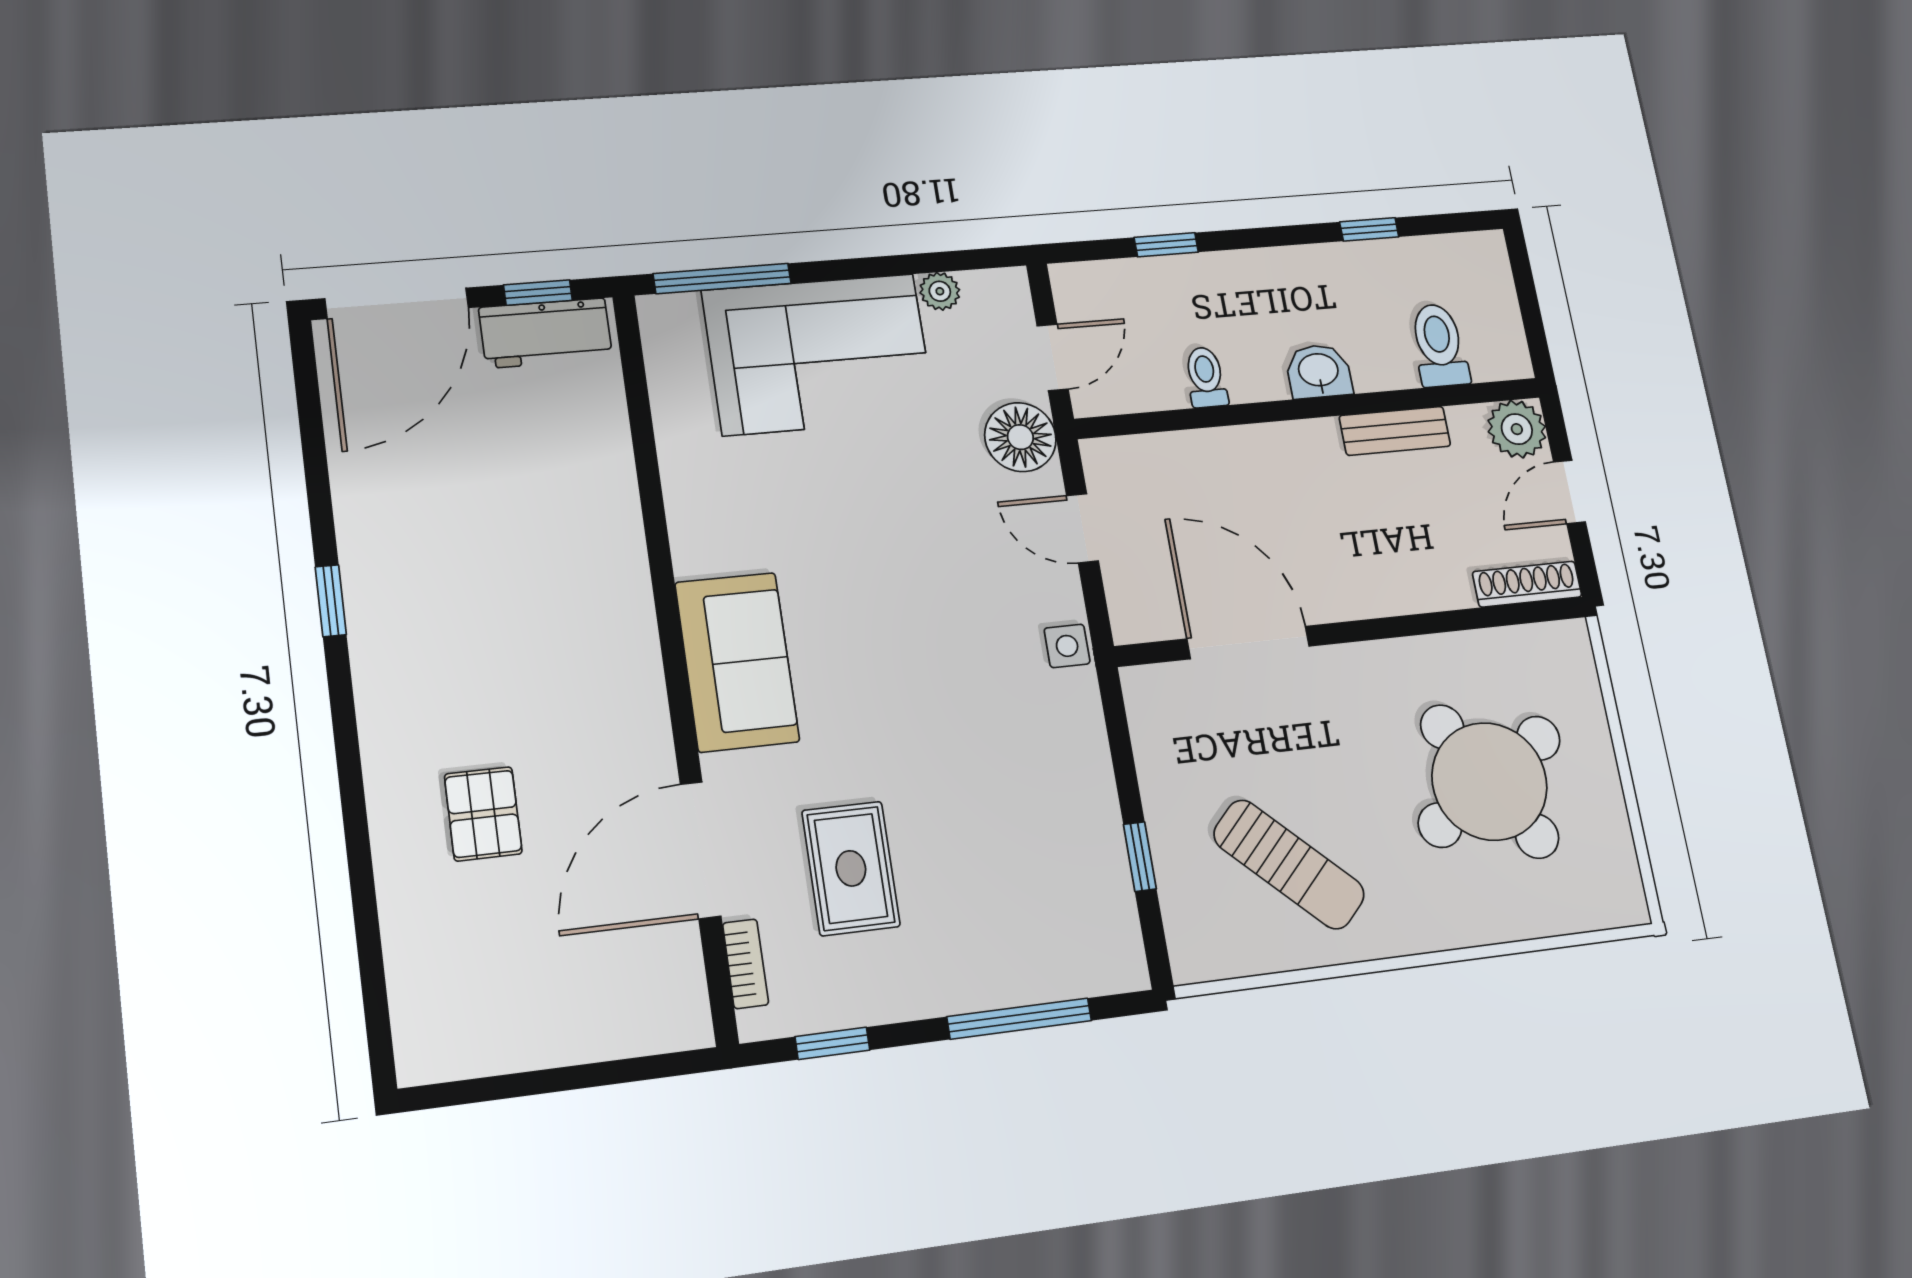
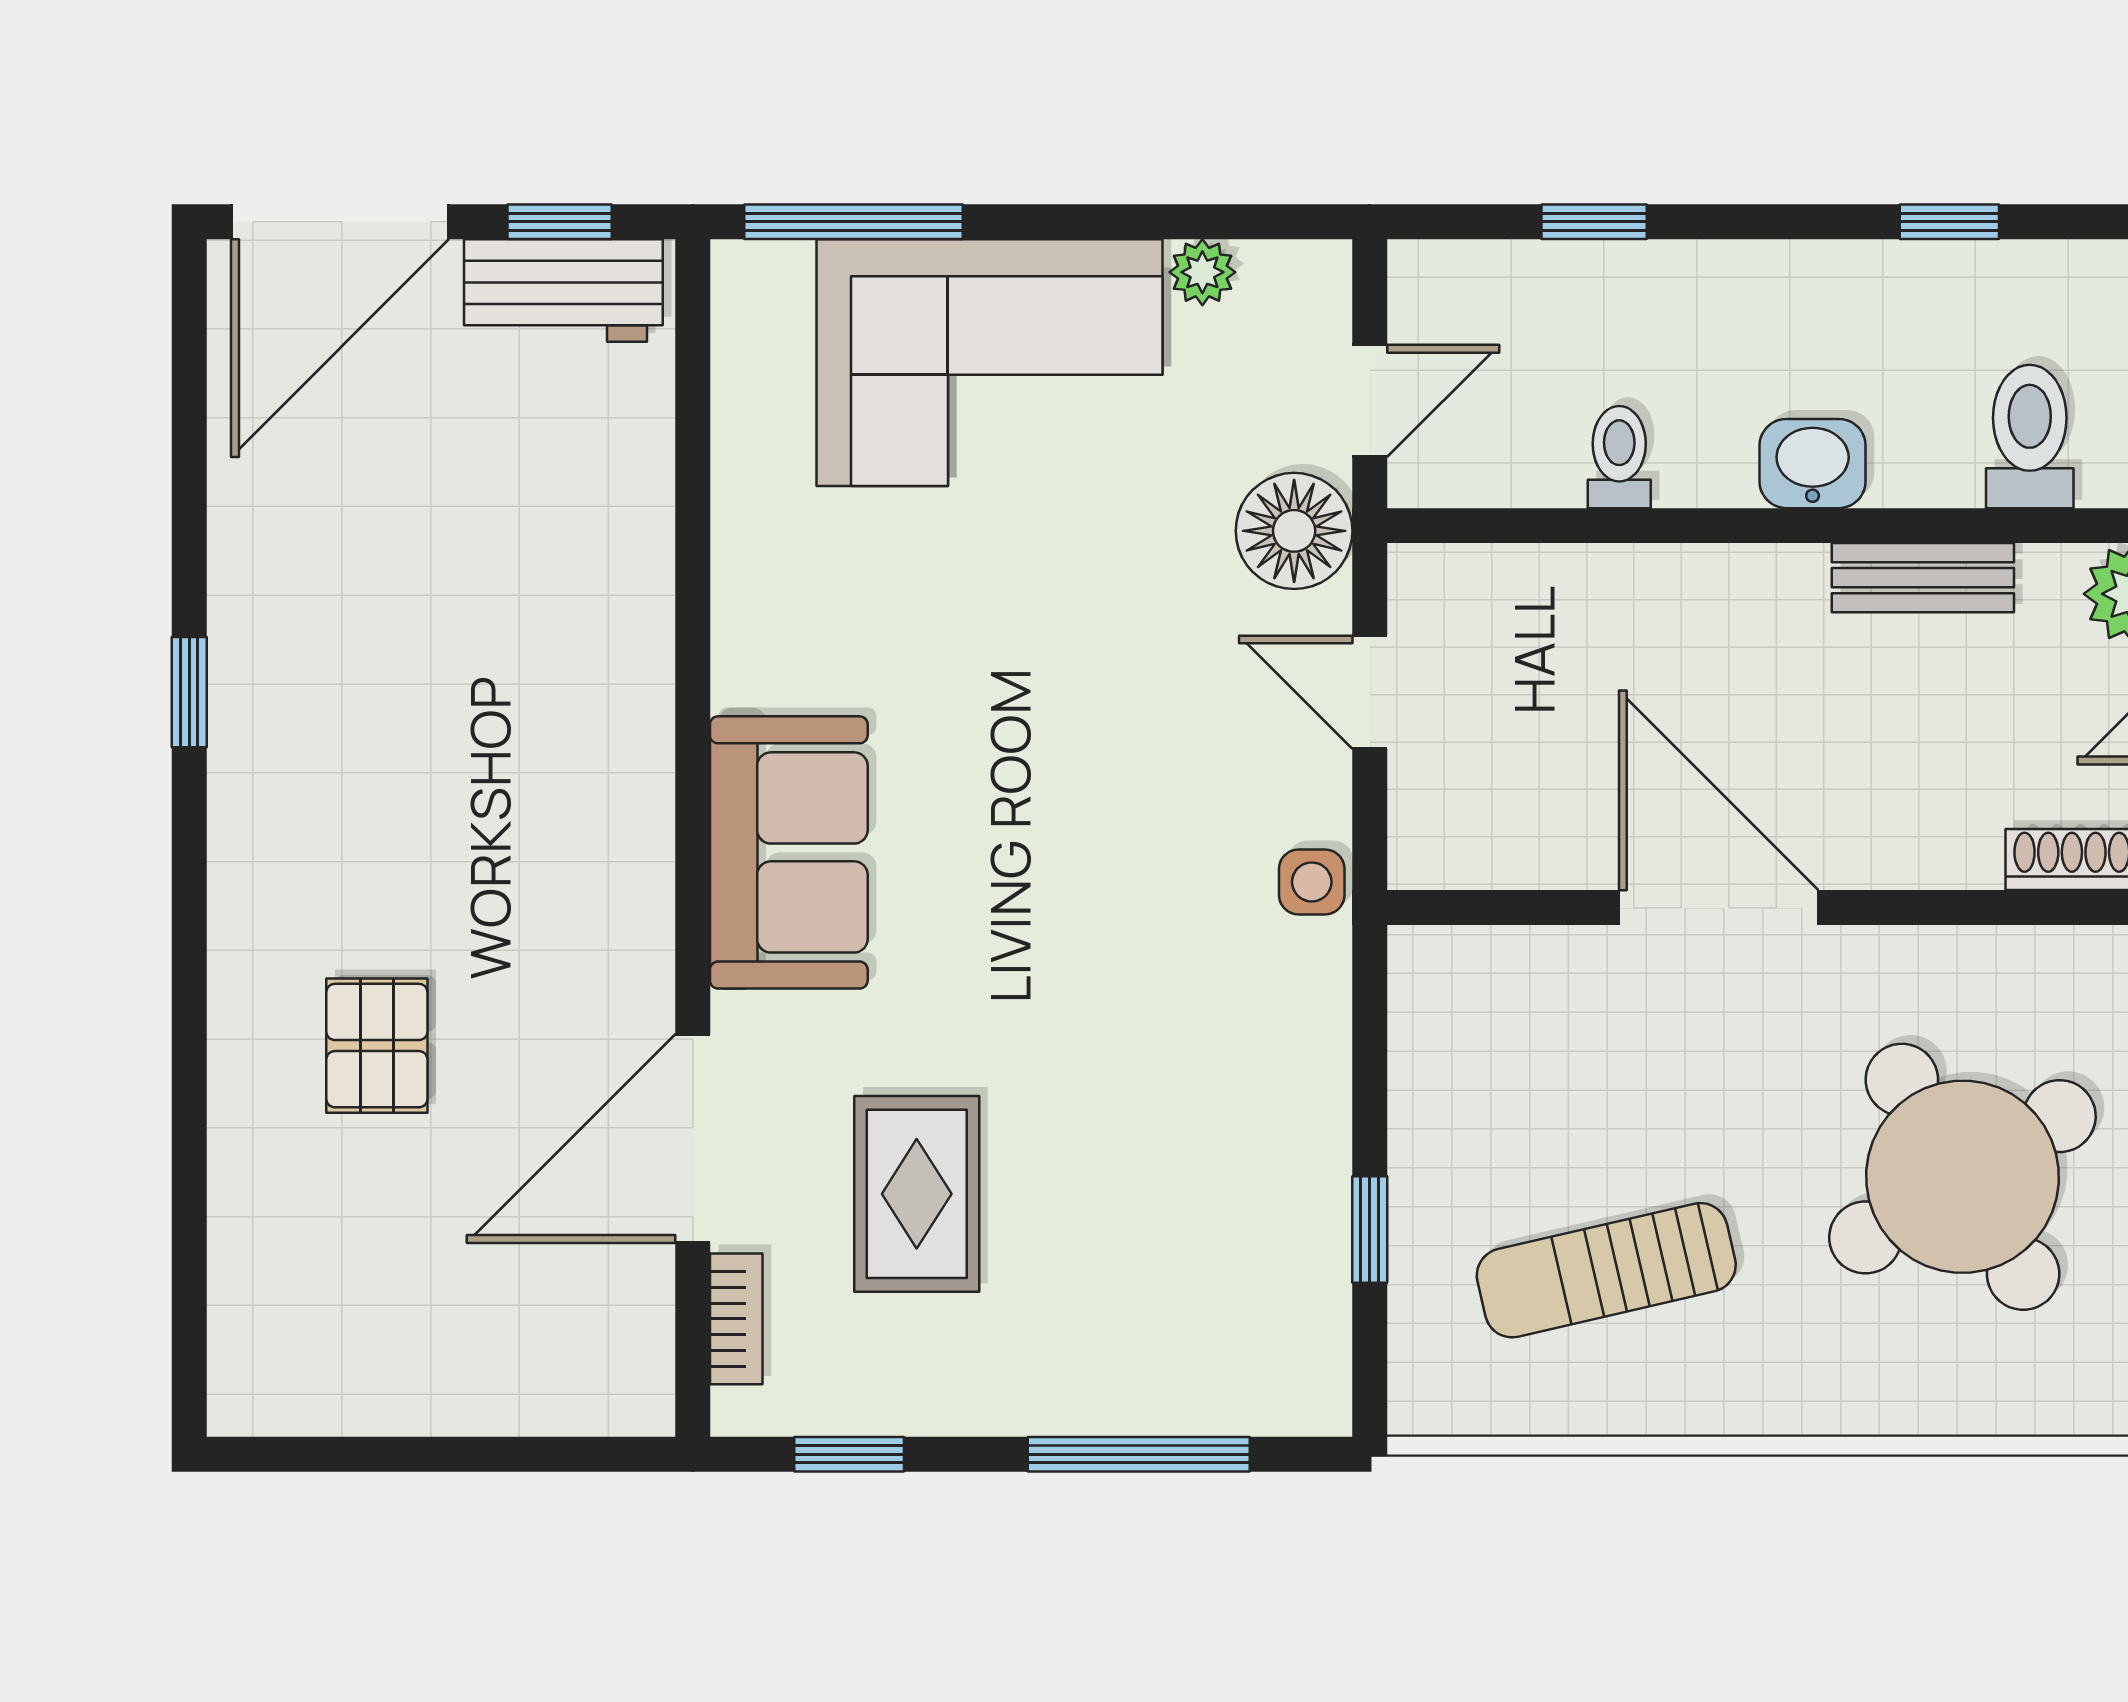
door: (1248, 643) -> (1719, 908), moved
sun lounger: (1289, 864) -> (1606, 1270), turned 123

